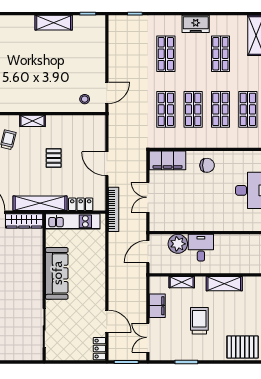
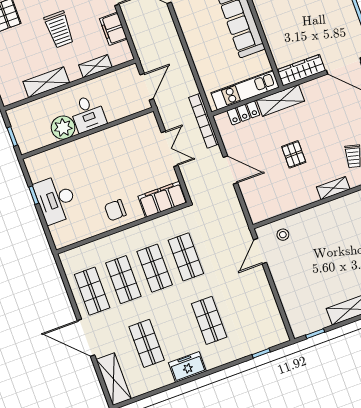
shelving: (40, 203) -> (281, 100), width x0.68
plant: (178, 244) -> (63, 128), moved

